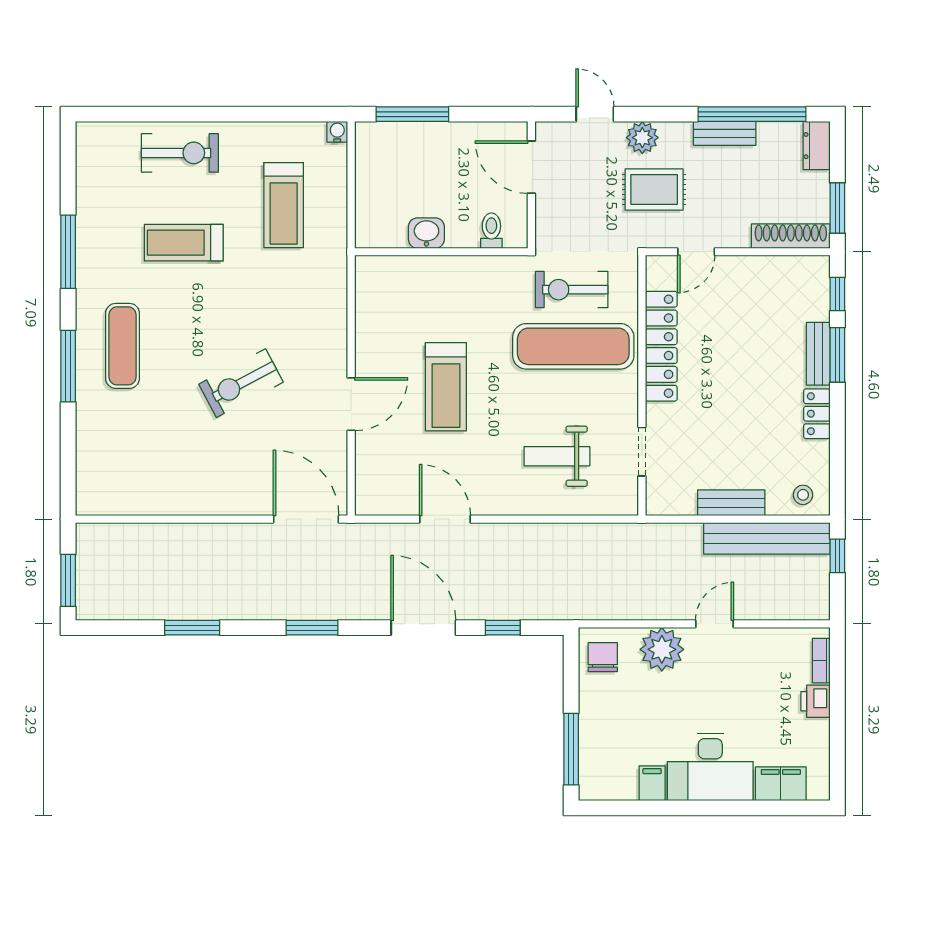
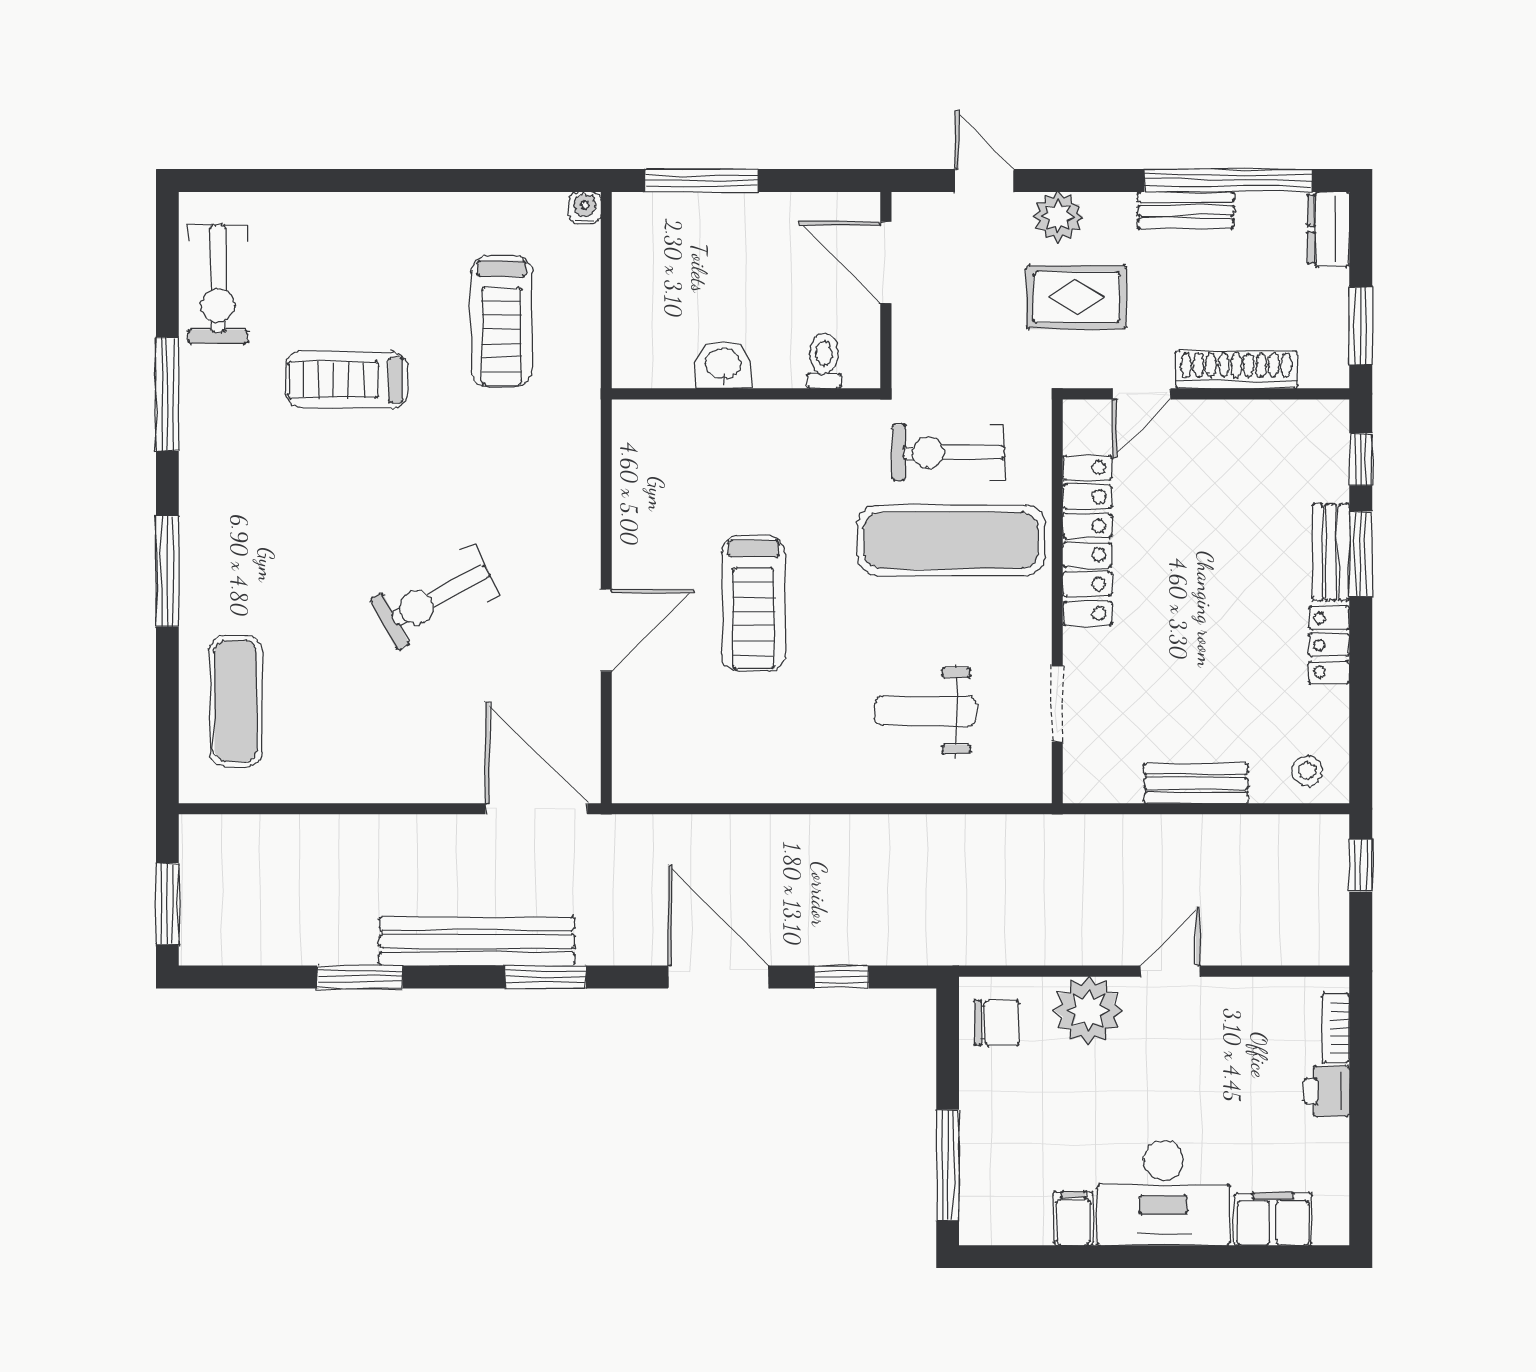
exercise bike: (180, 153) -> (218, 284), moved, turned 90
shoe rack: (791, 236) -> (1236, 370), moved
exercise mat: (123, 346) -> (236, 701), moved
door: (445, 519) -> (752, 809), removed
bench: (767, 538) -> (477, 941), moved
chair: (603, 657) -> (997, 1023), turned 90

